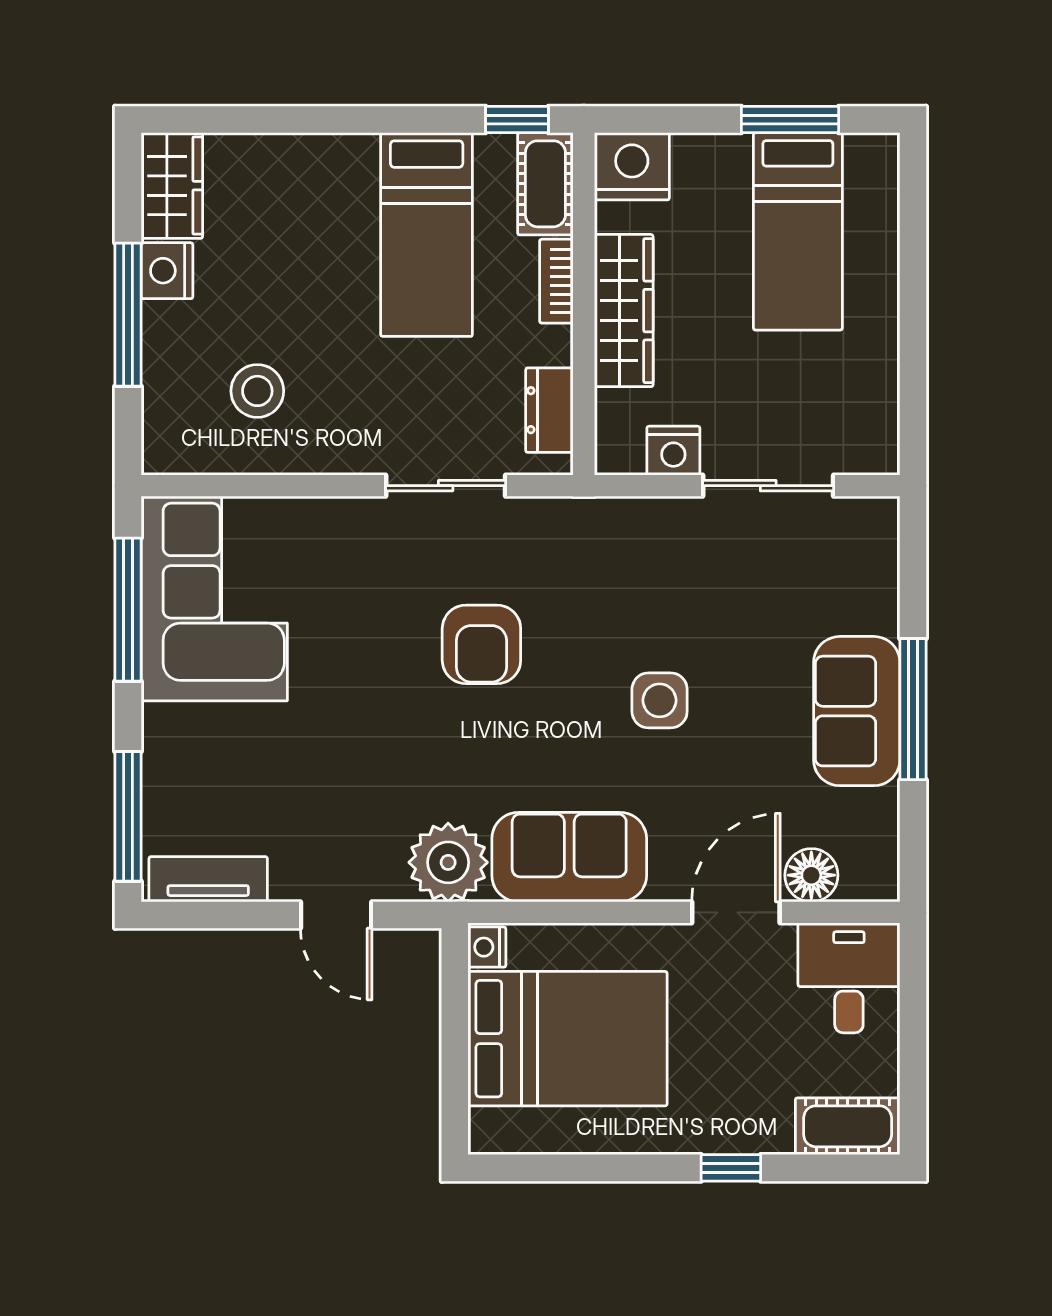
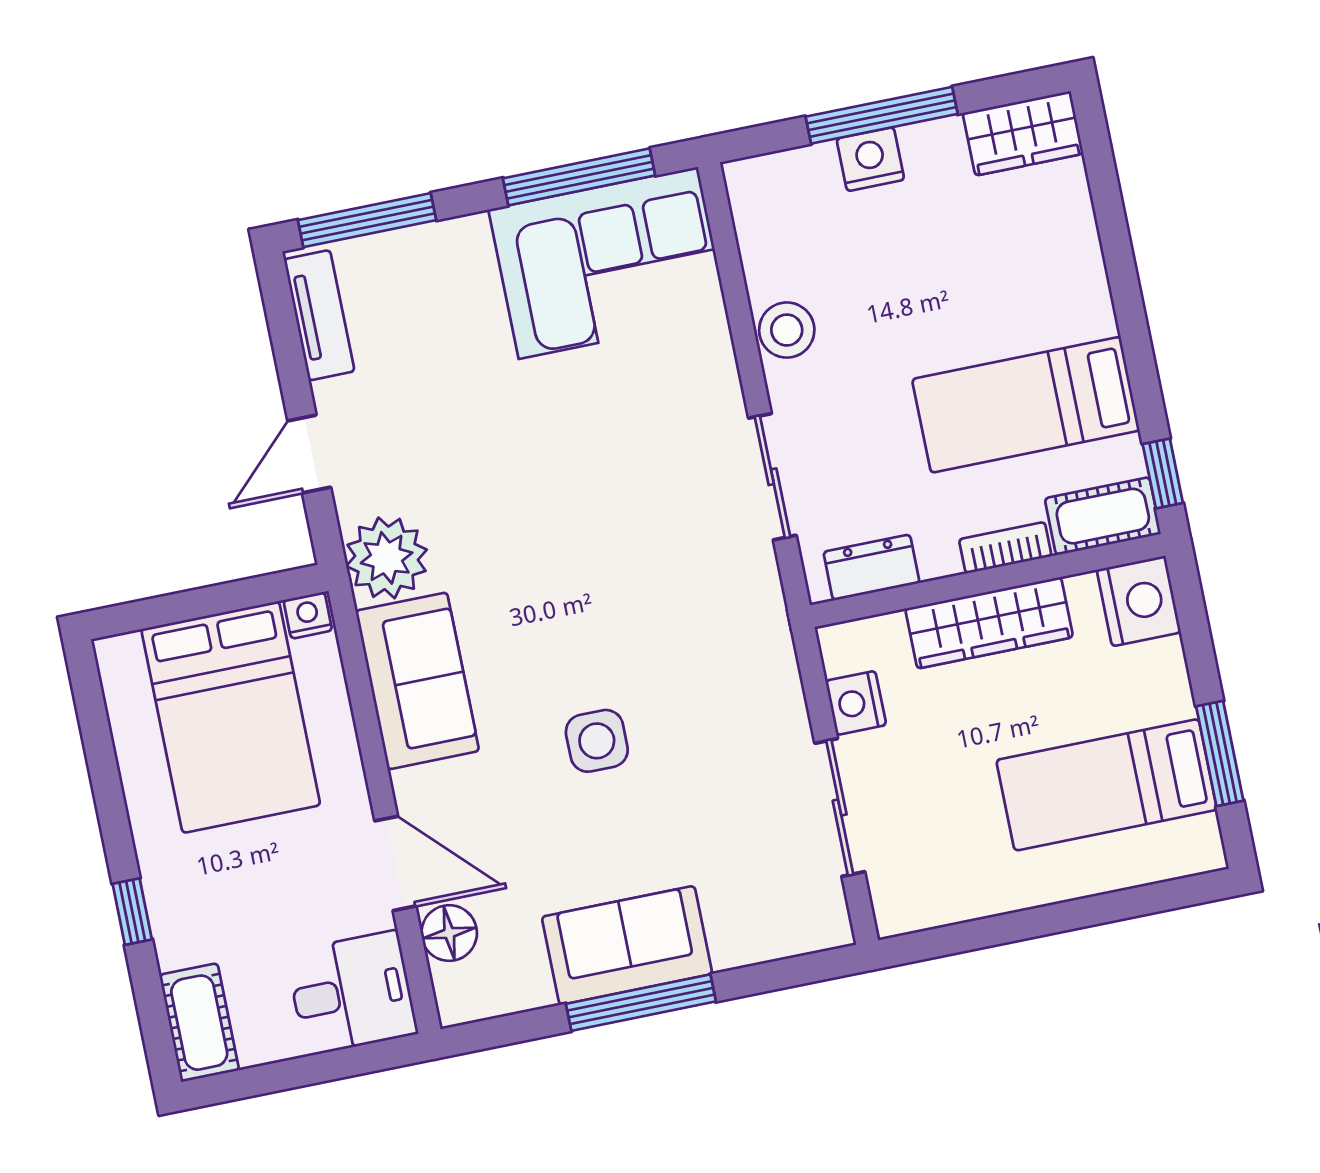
nightstand: (167, 271) -> (870, 159), moved
stool: (257, 391) -> (787, 330), moved
armchair: (481, 644) -> (617, 547), removed

